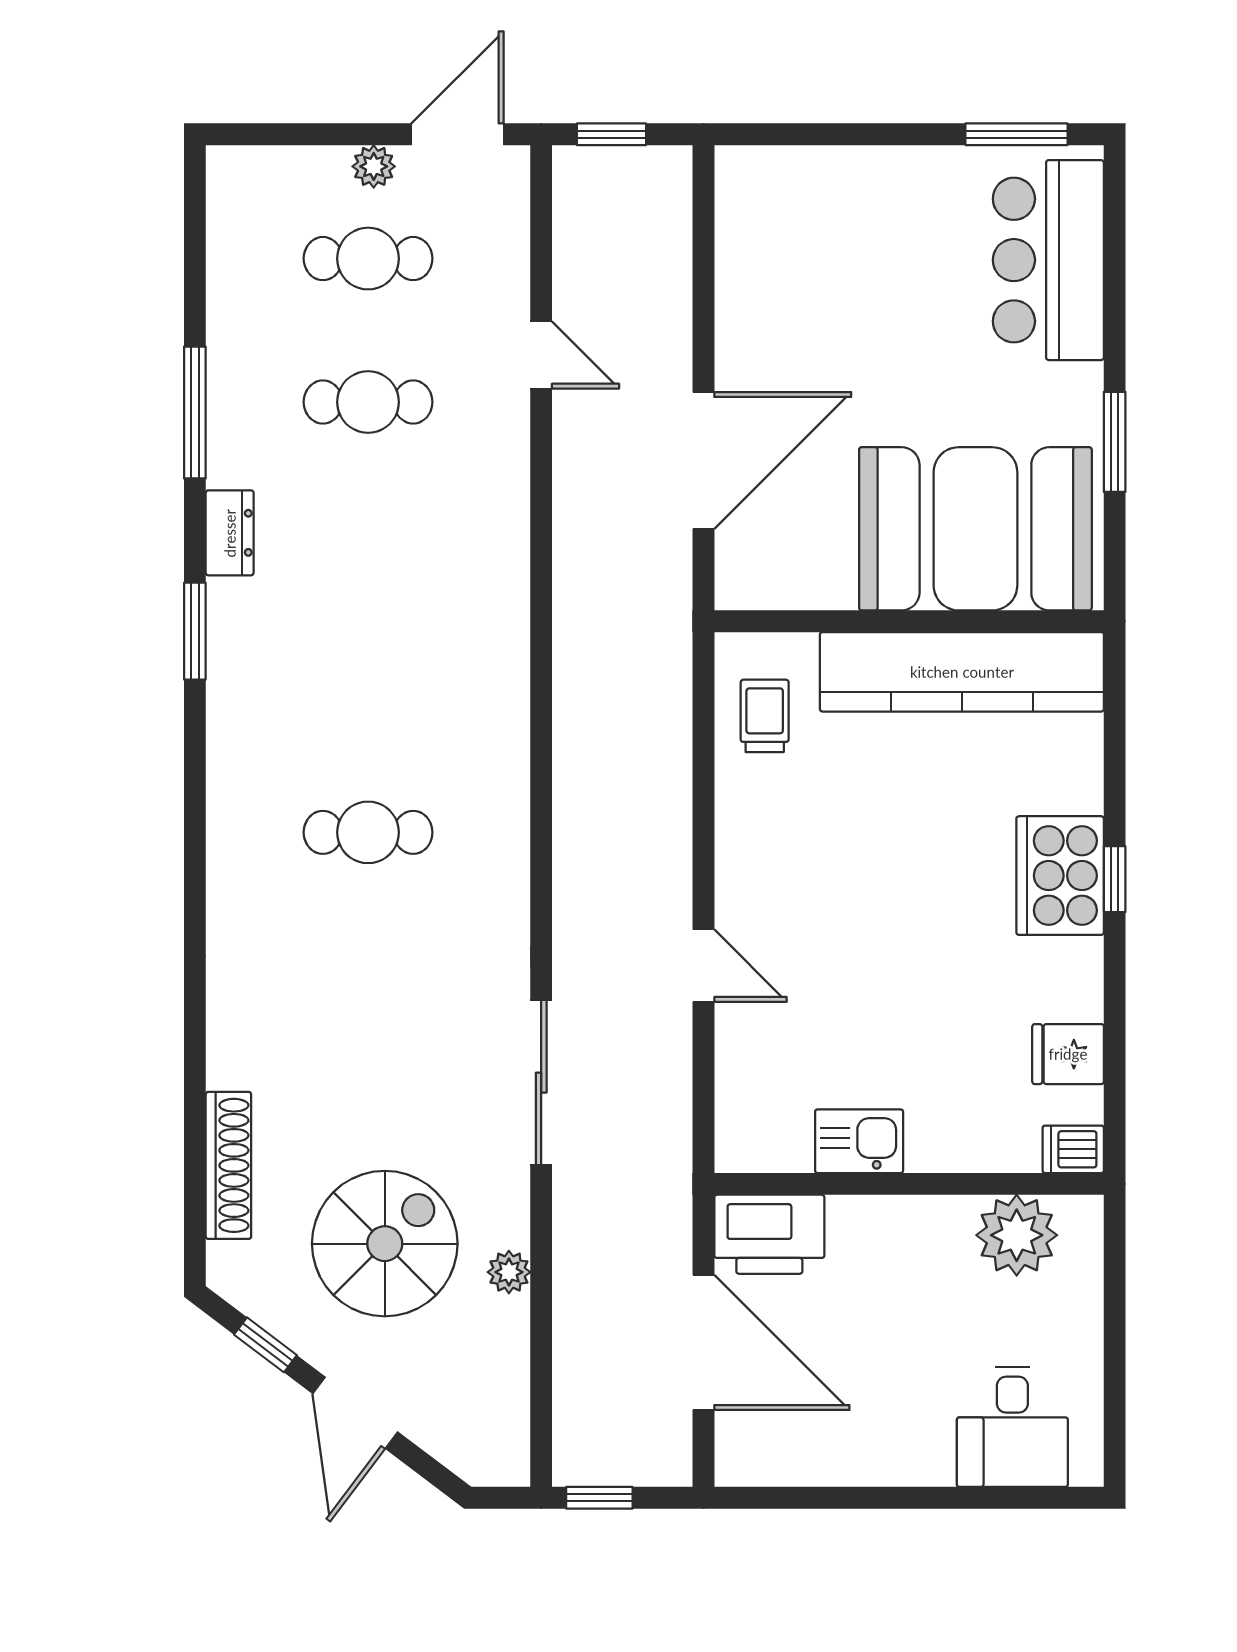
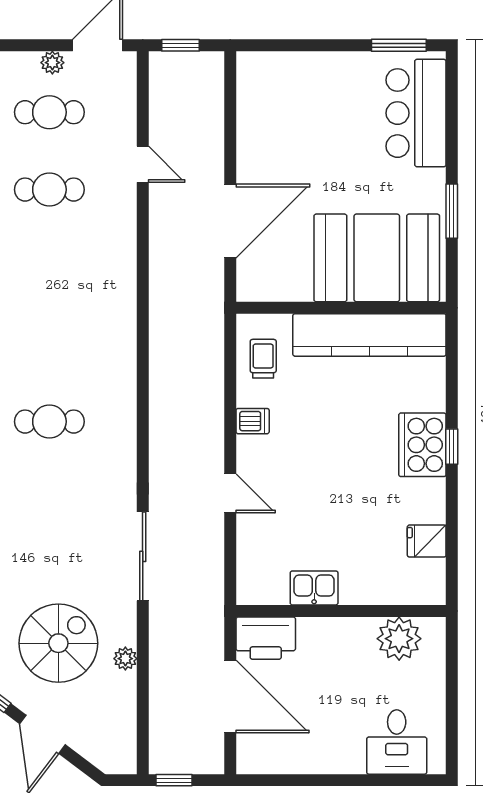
dishwasher: (1073, 1149) -> (253, 421), moved, turned 180

